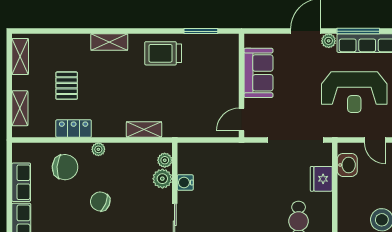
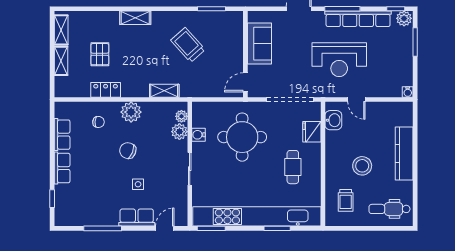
plant: (329, 41) -> (318, 17), removed
trolley: (163, 53) -> (188, 45), moved, turned 48
shelving: (20, 108) -> (61, 61), moved
plant: (98, 149) -> (131, 112), width x1.87, depth x1.87
chair: (65, 167) -> (98, 122), width x0.54, depth x0.54
round table: (238, 185) -> (242, 137), added

